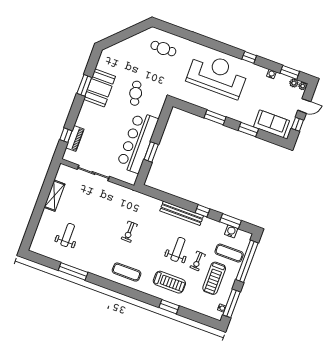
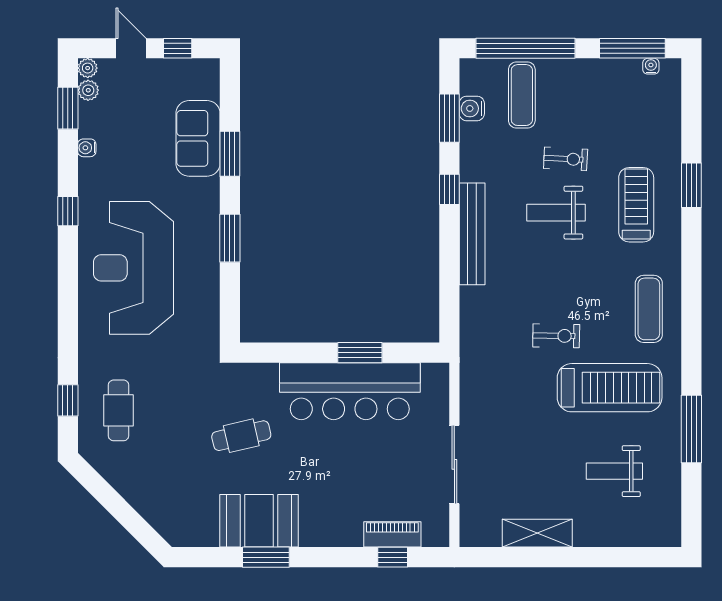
window: (175, 30) -> (68, 400), added
sofa: (271, 124) -> (198, 138), moved
treadmill: (214, 278) -> (610, 388), moved, width x1.37, depth x1.38

